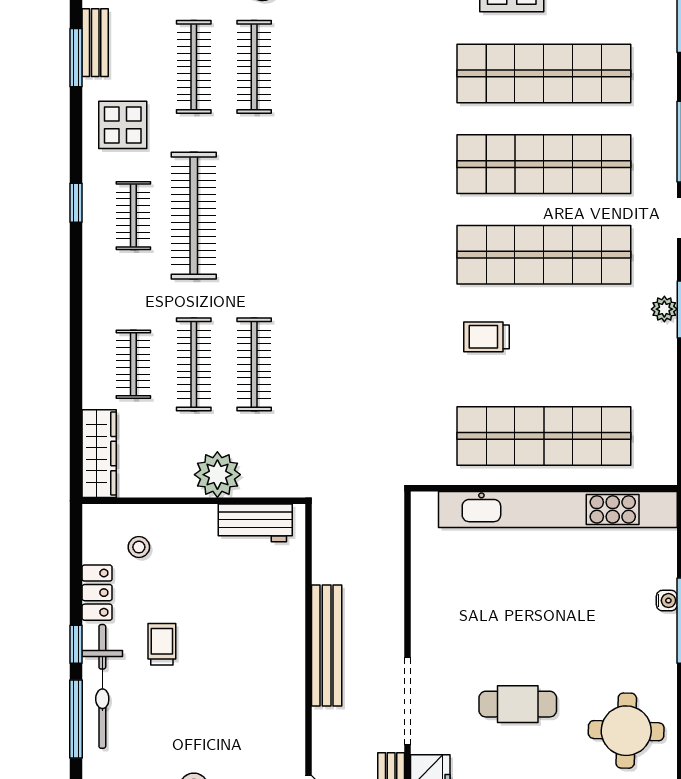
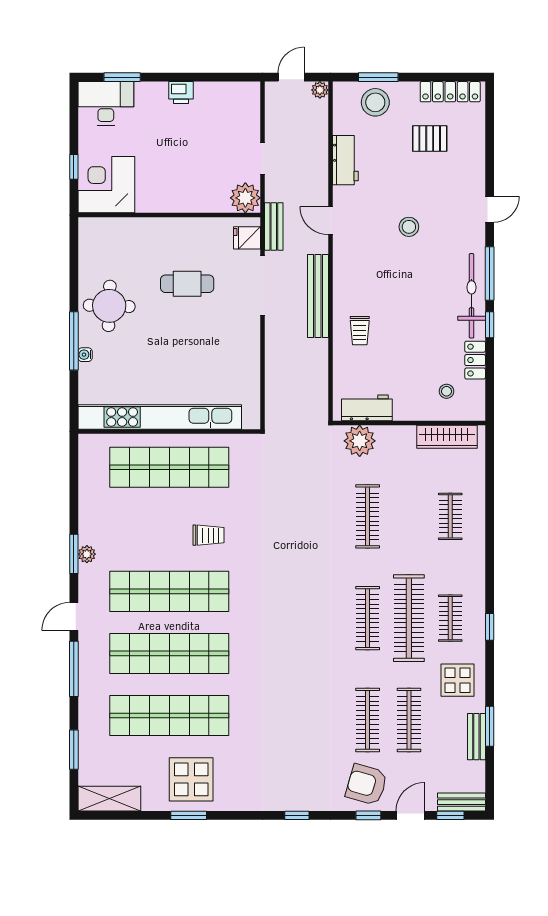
clothes rail: (194, 364) -> (368, 618), moved
wardrobe: (99, 454) -> (447, 437), moved, turned -90
plant: (217, 475) -> (360, 441), moved
trolley: (162, 644) -> (360, 331), moved
bench: (327, 645) -> (318, 296), moved
round table: (626, 731) -> (109, 306), moved

